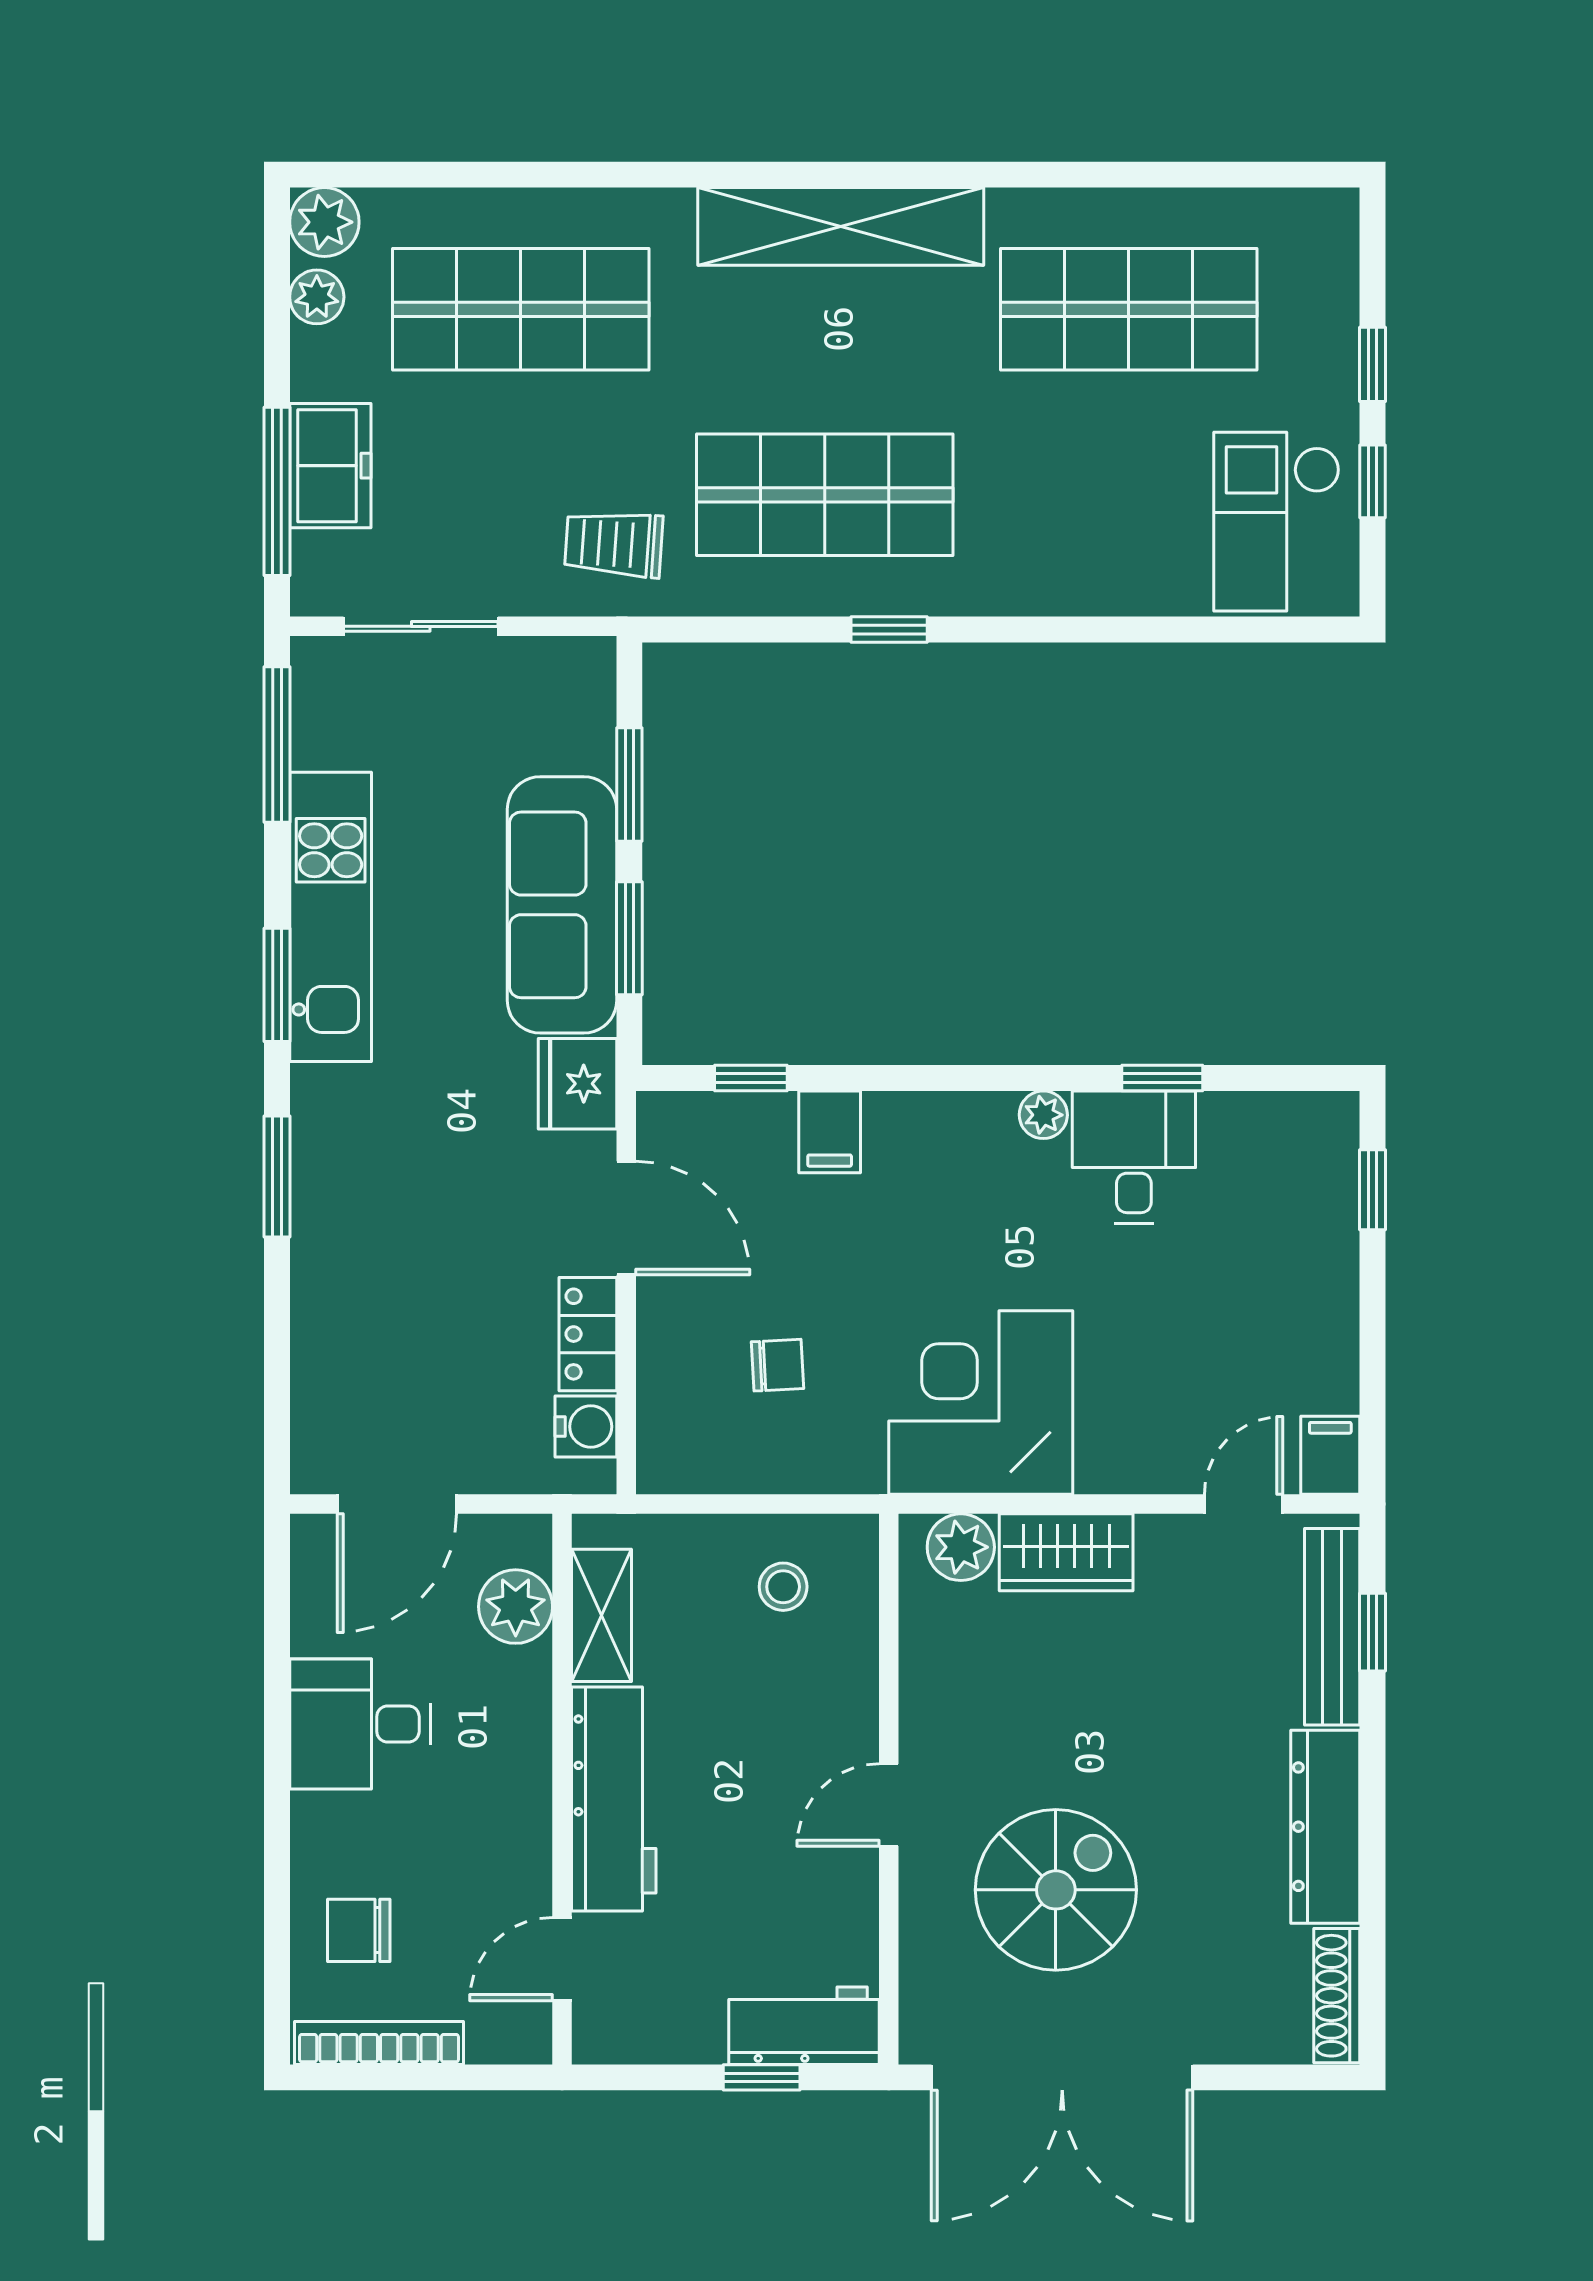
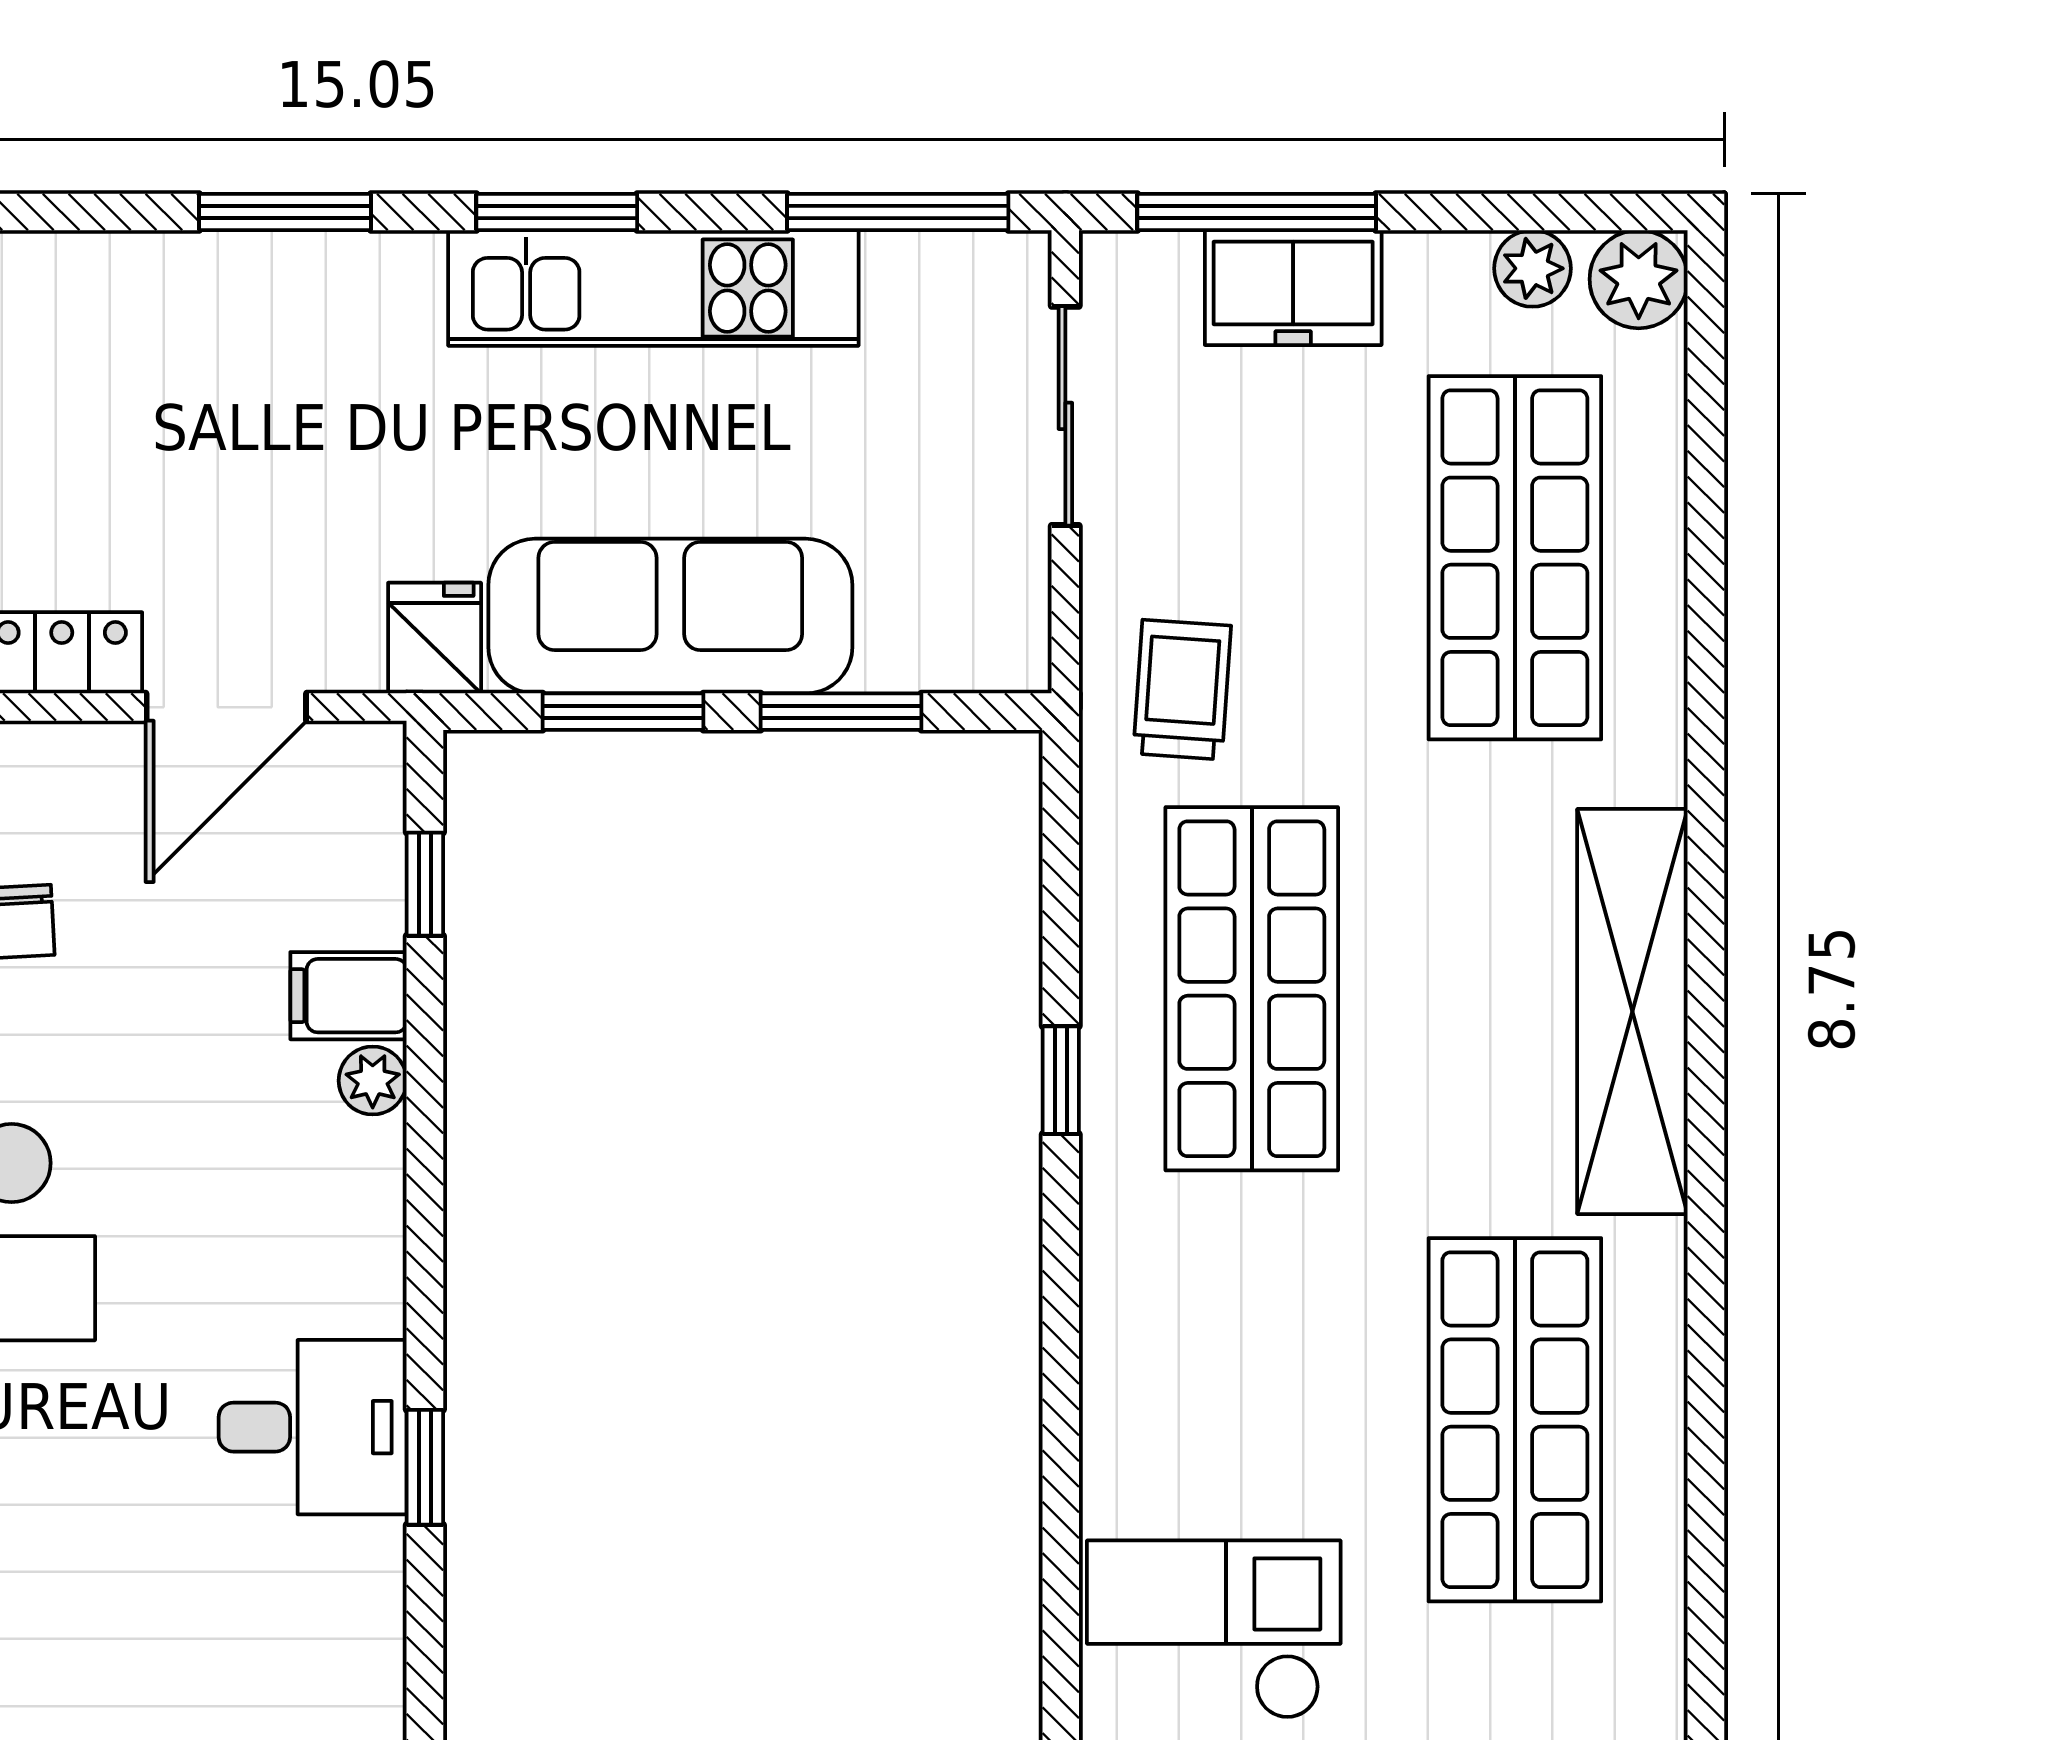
fridge: (577, 1084) -> (435, 638), width x0.72
plant: (1043, 1115) -> (373, 1081), moved

